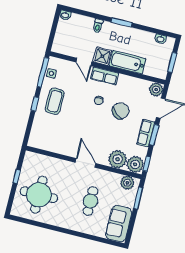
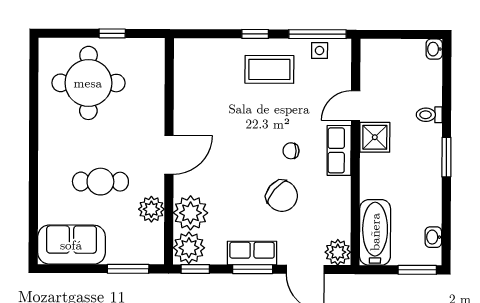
bathtub: (128, 62) -> (375, 232), moved
window: (172, 62) -> (417, 270), moved
plant: (127, 183) -> (151, 209), moved

